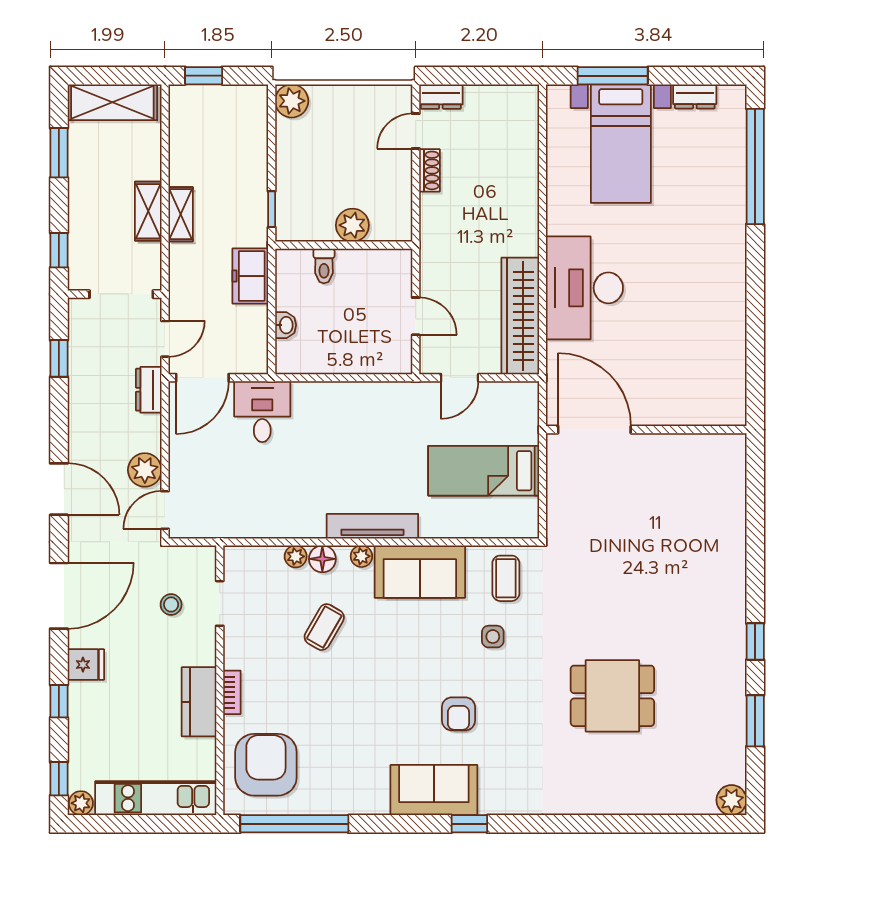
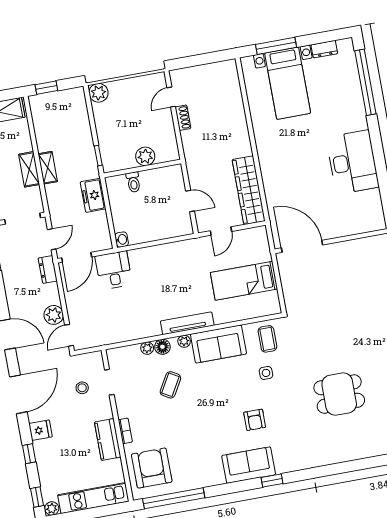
dresser: (441, 97) -> (182, 75), removed
desk: (584, 288) -> (353, 162), moved, turned 180
washbasin: (286, 325) -> (122, 240), moved

